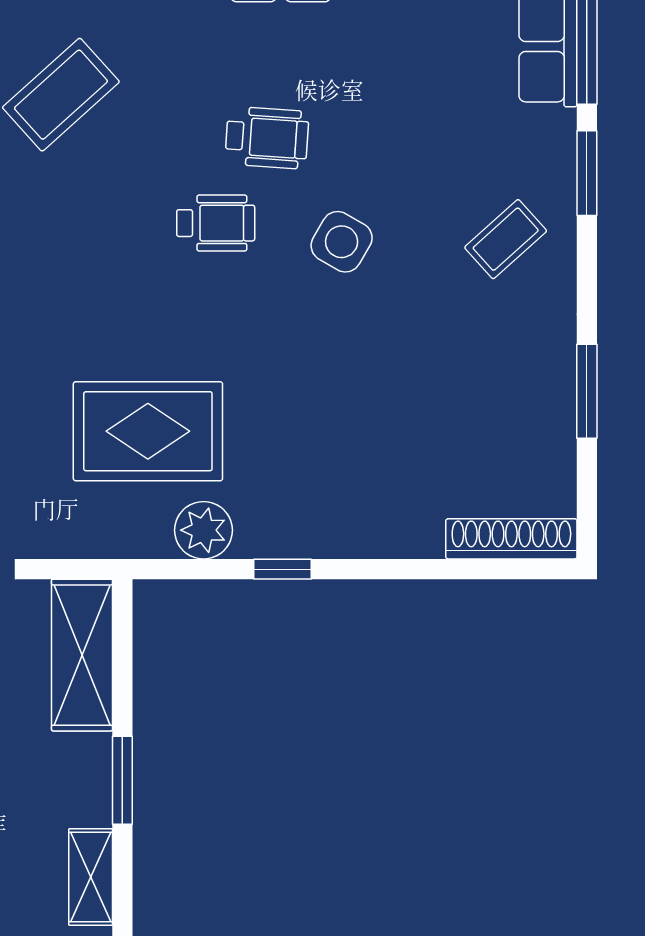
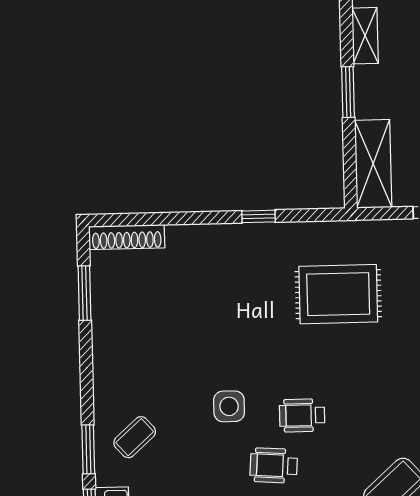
coffee table: (506, 239) -> (135, 437), moved
side table: (342, 242) -> (229, 406), turned -30
window: (587, 391) -> (84, 293), moved
plant: (204, 530) -> (305, 238), removed

